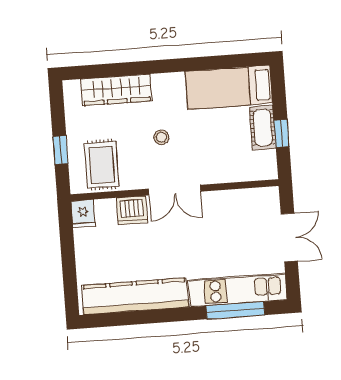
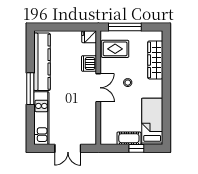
window: (282, 133) -> (136, 148), moved
window: (60, 150) -> (125, 27), width x2.17
double door: (175, 190) -> (98, 88), swing flipped
window: (235, 310) -> (30, 89), moved

